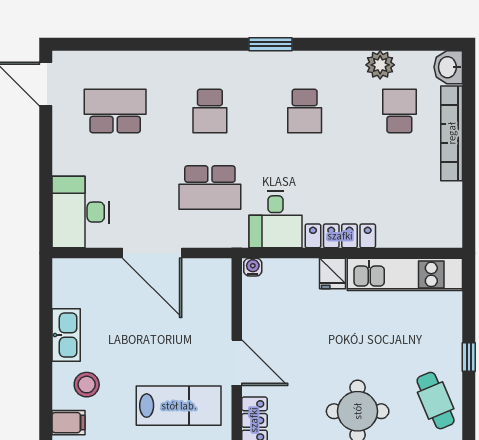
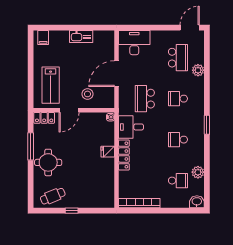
plant: (144, 65) -> (198, 70), added
bookcase: (452, 133) -> (139, 203), moved
kitchen unit: (405, 274) -> (107, 183), removed
stool: (87, 385) -> (87, 94), moved

